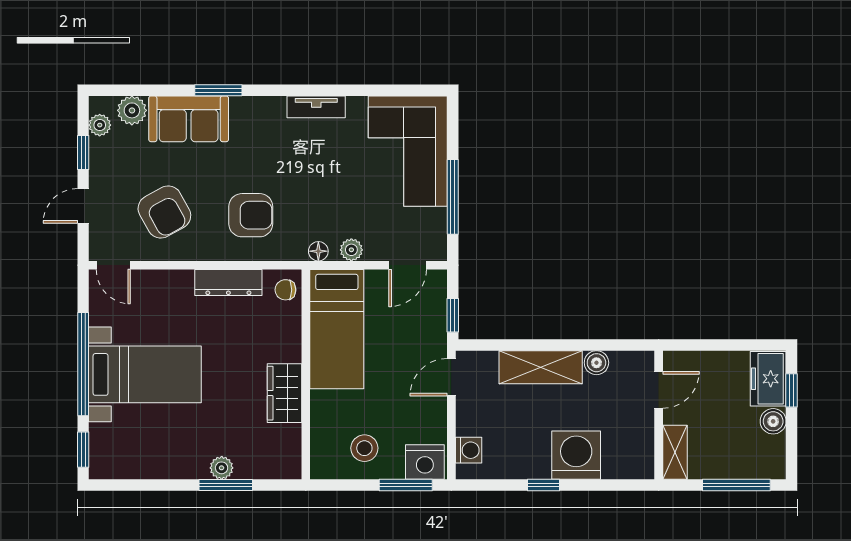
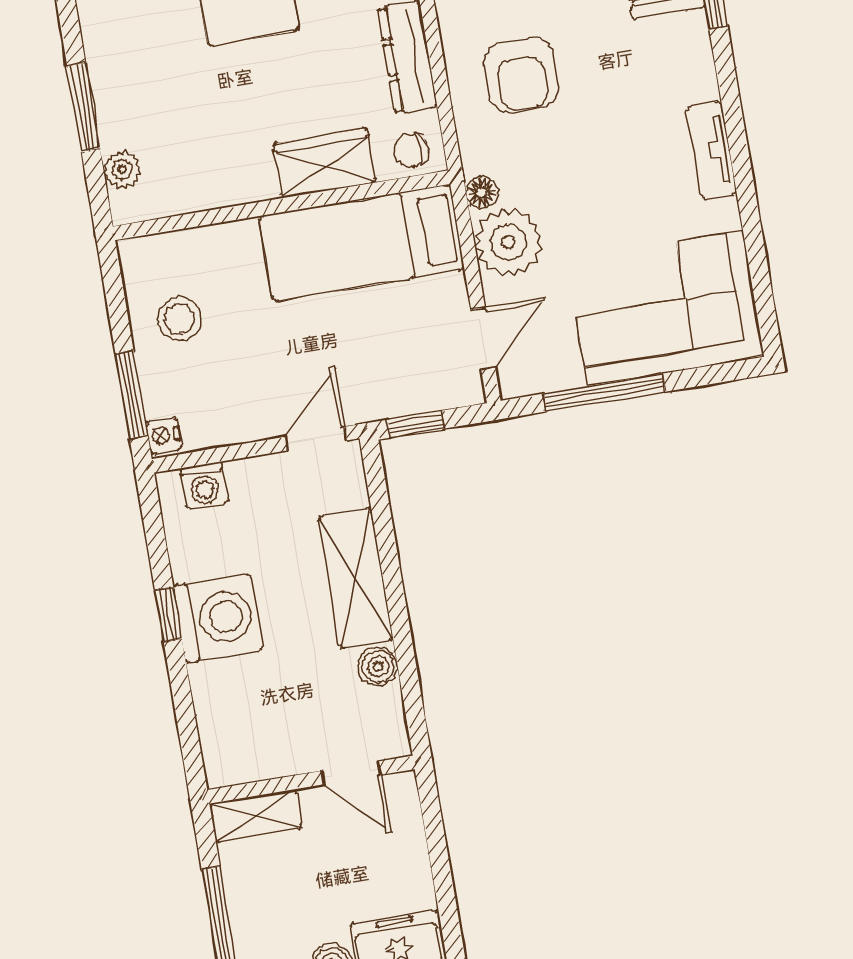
plant: (351, 250) -> (508, 242), width x1.87, depth x1.87
door: (408, 265) -> (483, 339), swing flipped
chair: (285, 290) -> (411, 150), turned -90
door: (451, 377) -> (316, 439), hinge flipped
wardrobe: (284, 393) -> (325, 163), moved
washing machine: (576, 455) -> (218, 618), moved
nightstand: (425, 462) -> (164, 436), width x0.53, depth x0.56
plant: (222, 468) -> (122, 170), moved

